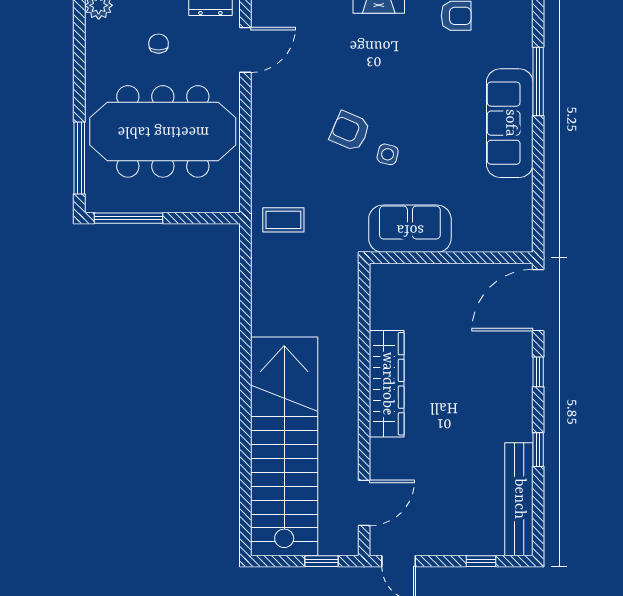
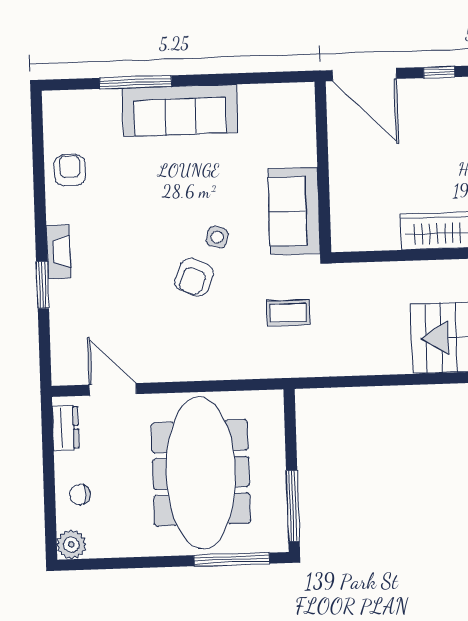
chair: (159, 44) -> (80, 494), moved
coffee table: (283, 220) -> (288, 313), moved, turned 90

